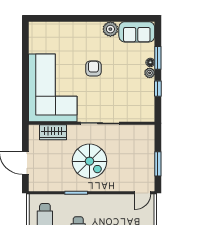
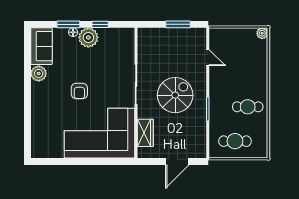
armchair: (93, 68) -> (79, 91), turned -90
plant: (150, 73) -> (88, 37), width x1.87, depth x1.87
door: (143, 193) -> (208, 58), moved

